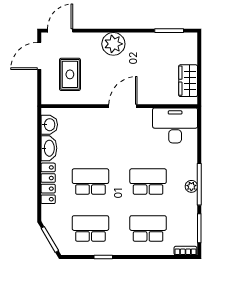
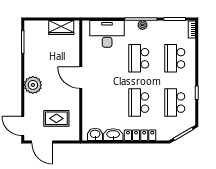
desk: (175, 125) -> (107, 34), moved, turned 90

